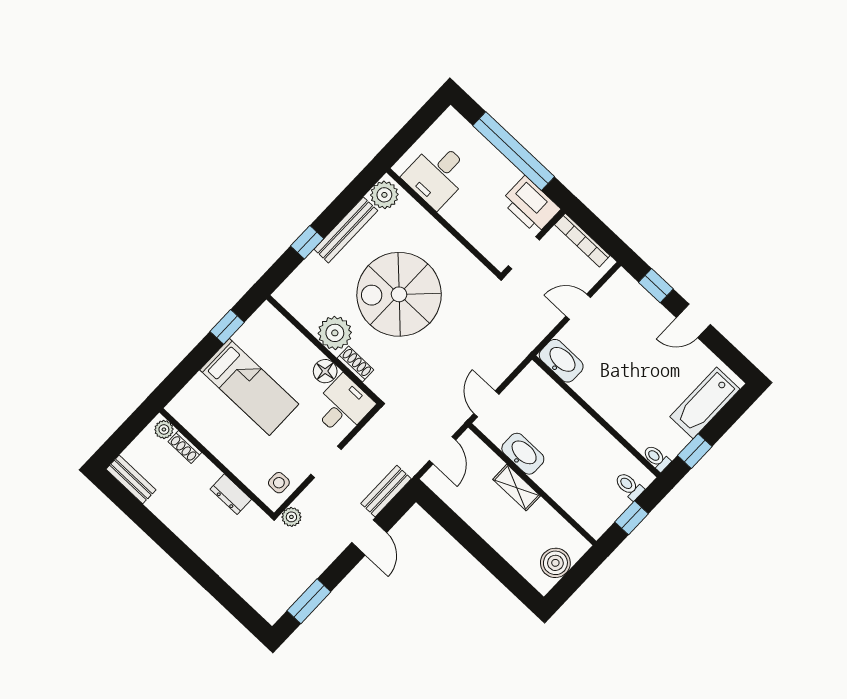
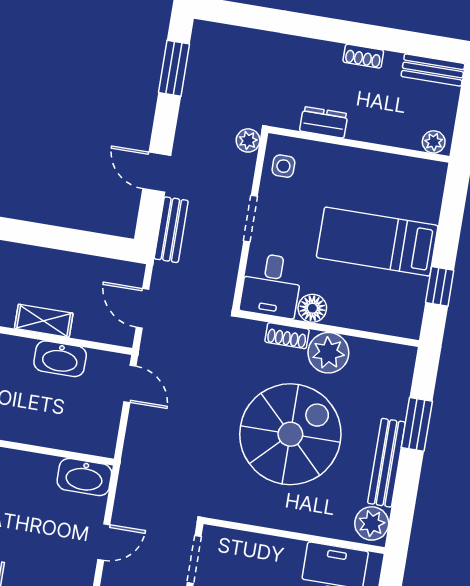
window: (307, 242) -> (417, 424), width x1.50
shoe rack: (185, 447) -> (363, 56), moved, turned 180

